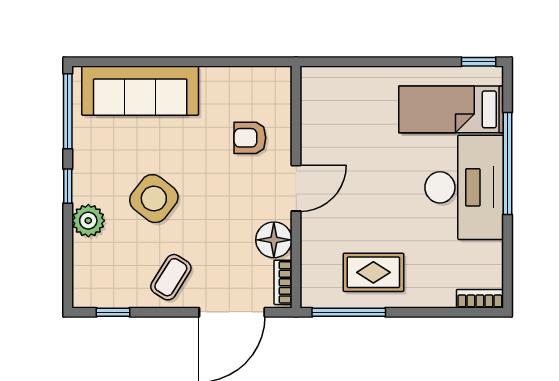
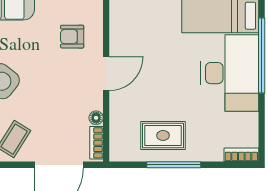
floor lamp: (274, 240) -> (96, 118), width x0.53, depth x0.53
window: (349, 312) -> (174, 165), moved

